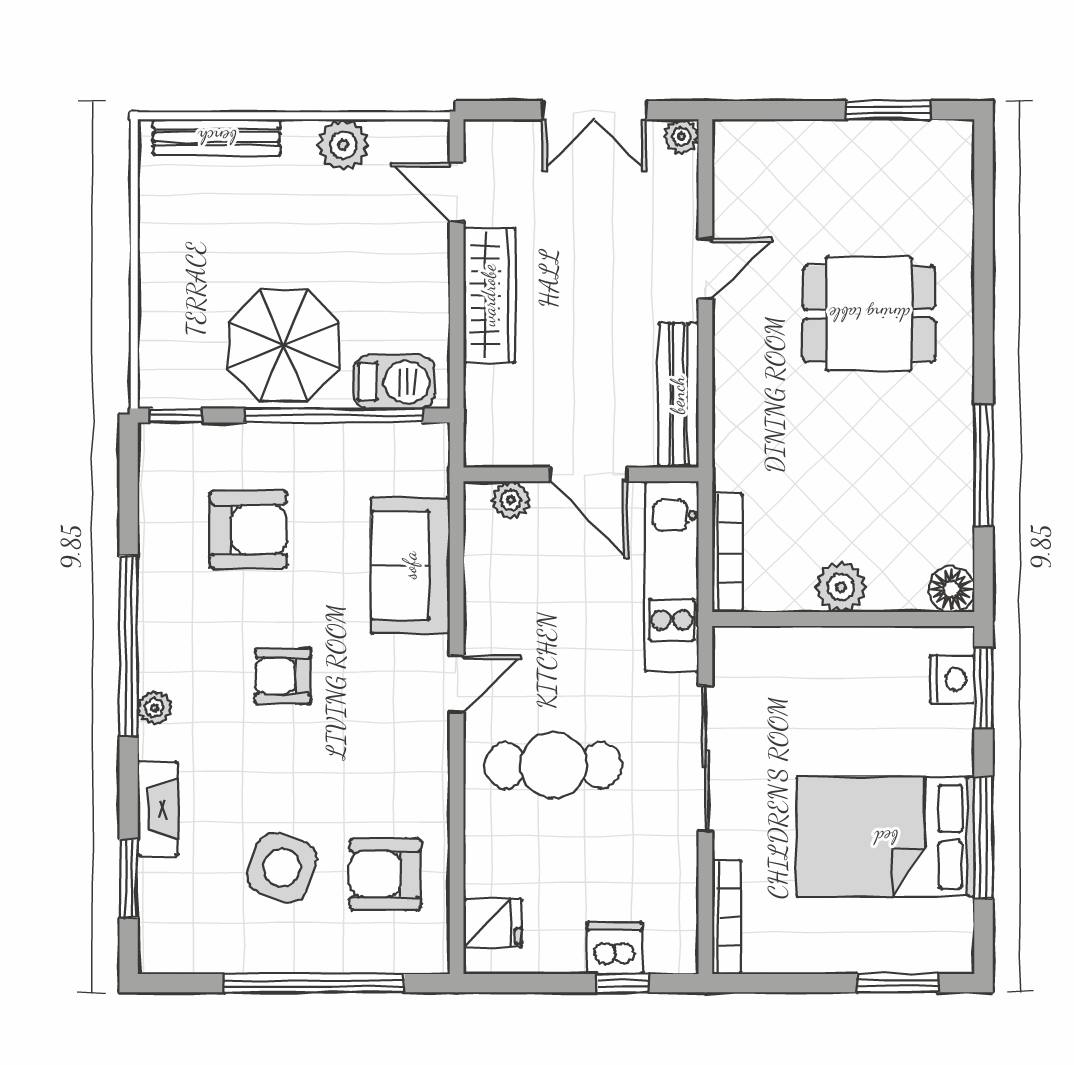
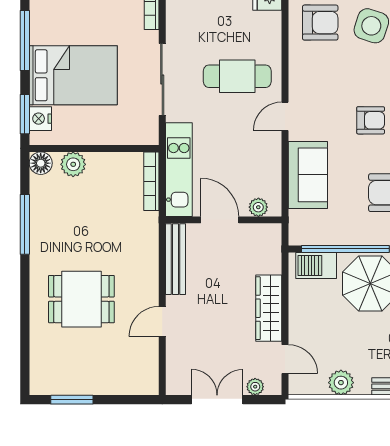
plant: (681, 136) -> (255, 387), moved
plant: (841, 587) -> (73, 164), moved
bed: (886, 837) -> (73, 75), moved

